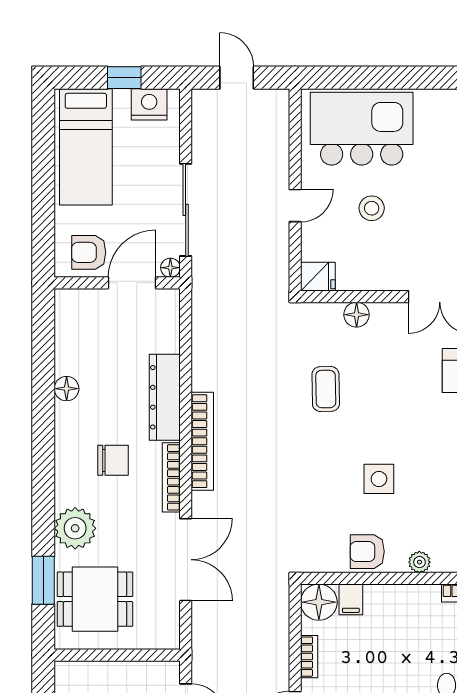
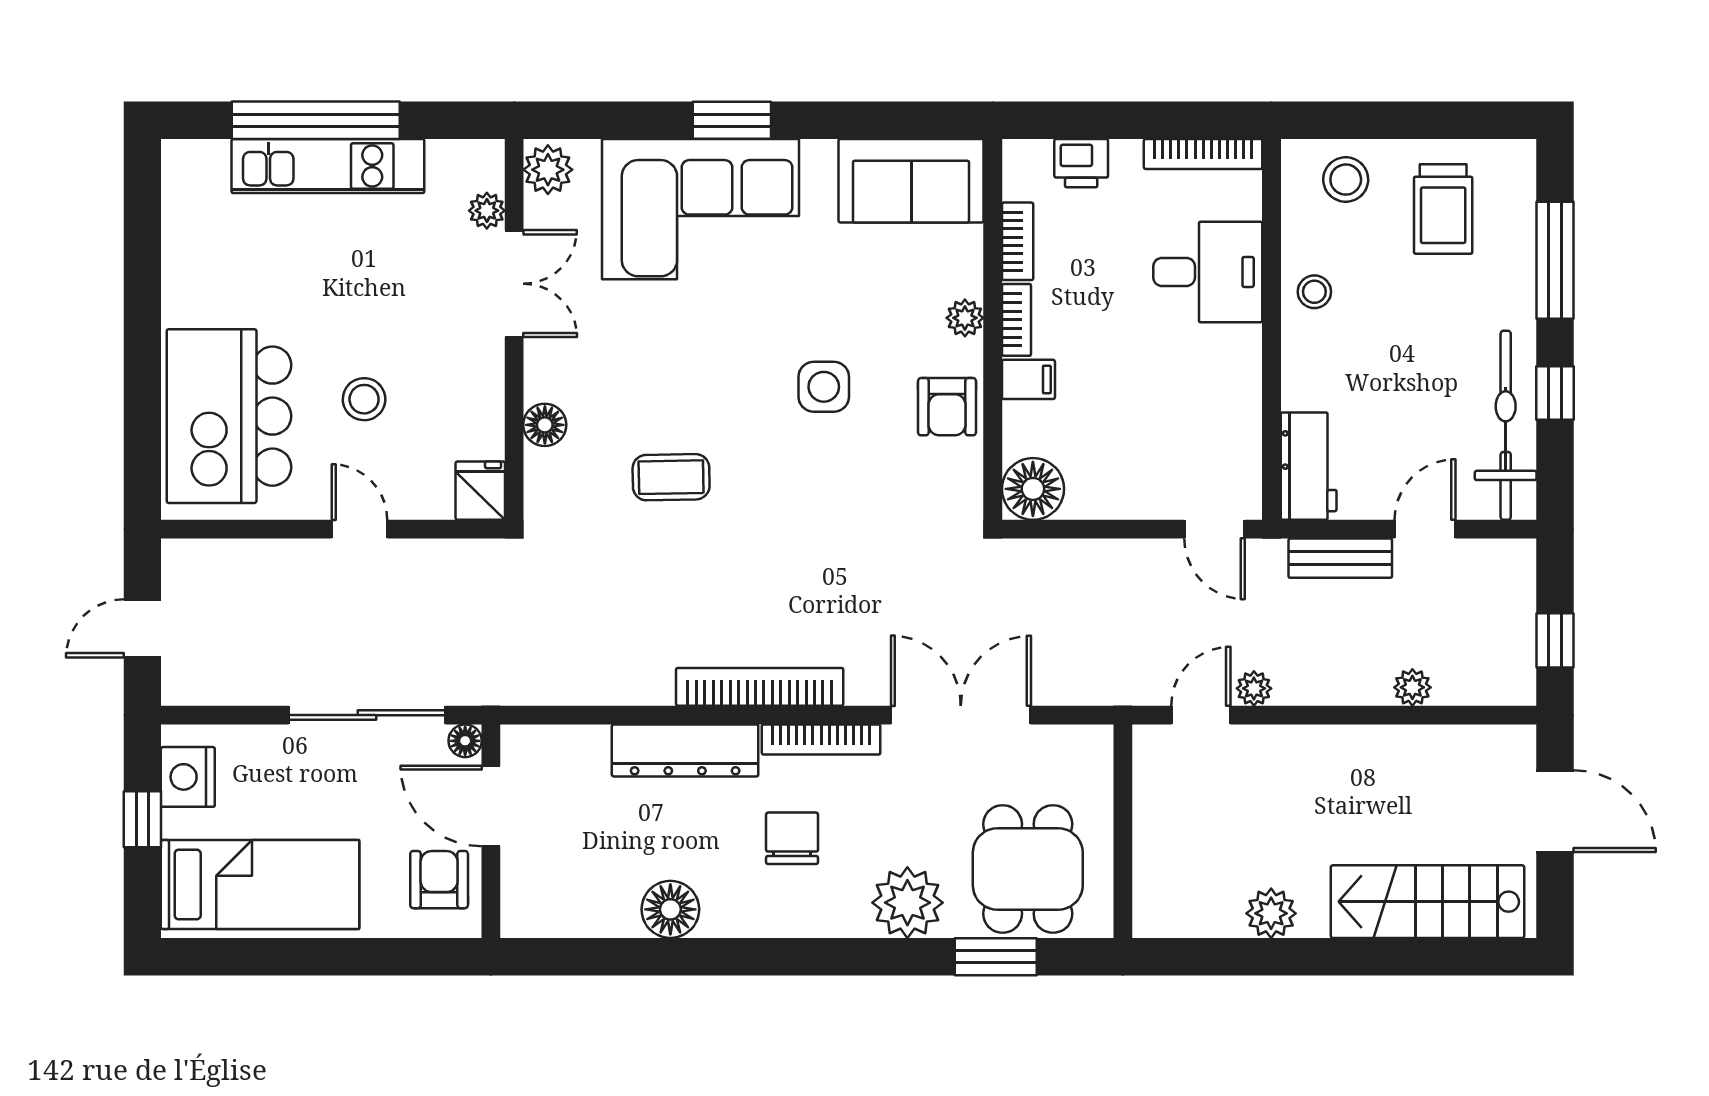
armchair: (89, 252) -> (439, 880), turned 180
floor lamp: (67, 389) -> (670, 909), width x1.38, depth x1.38
filing cabinet: (351, 599) -> (1028, 379), moved
bookcase: (309, 657) -> (1016, 320), moved, turned 90

